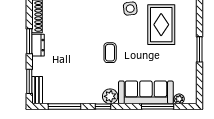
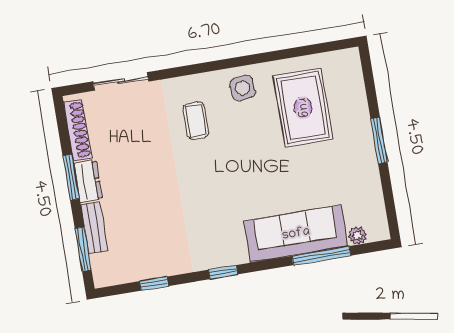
coffee table: (110, 53) -> (196, 121), moved
bench: (37, 90) -> (94, 228), moved
plant: (110, 96) -> (233, 252), removed
window: (64, 107) -> (154, 284), width x0.46

